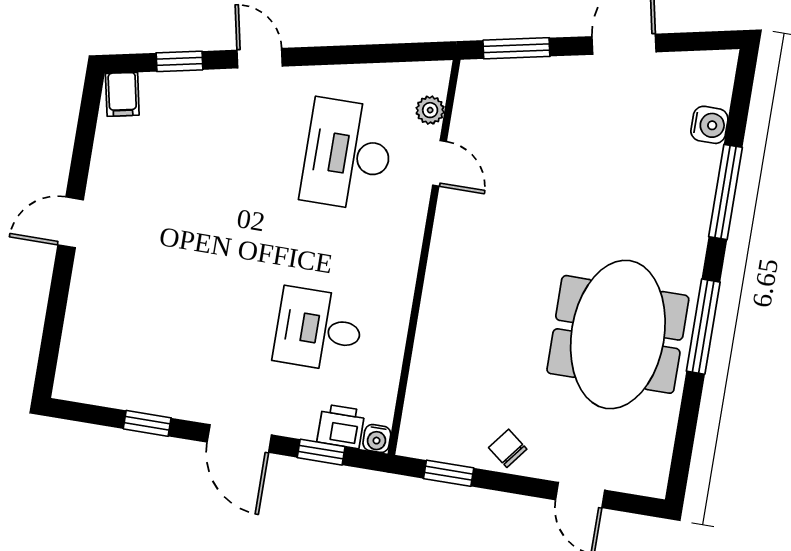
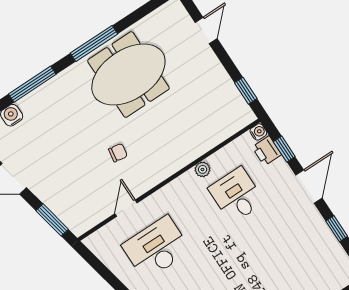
plant: (430, 110) -> (203, 169), moved
desk: (348, 155) -> (156, 248), turned 180
desk: (319, 329) -> (236, 195), turned 180
chair: (508, 448) -> (118, 153), moved, turned -119

